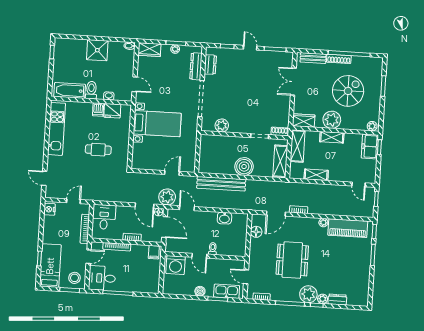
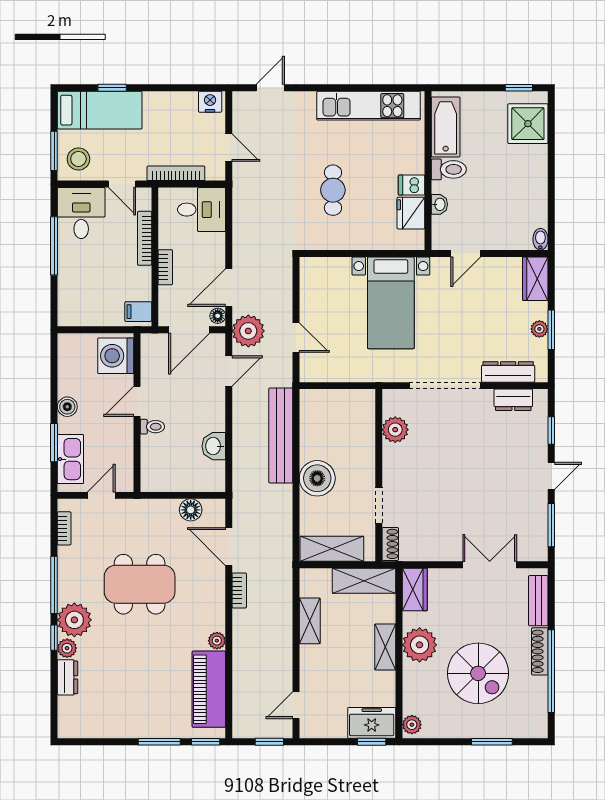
shower: (97, 50) -> (528, 124), moved

